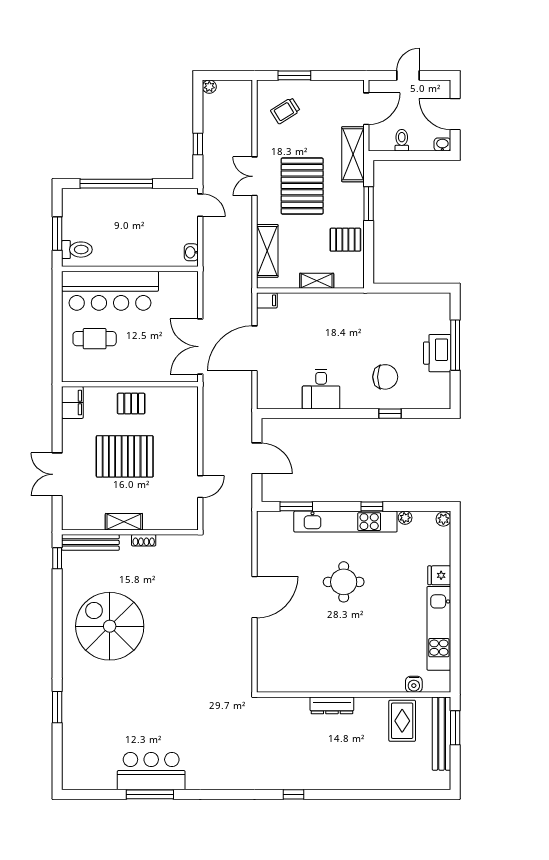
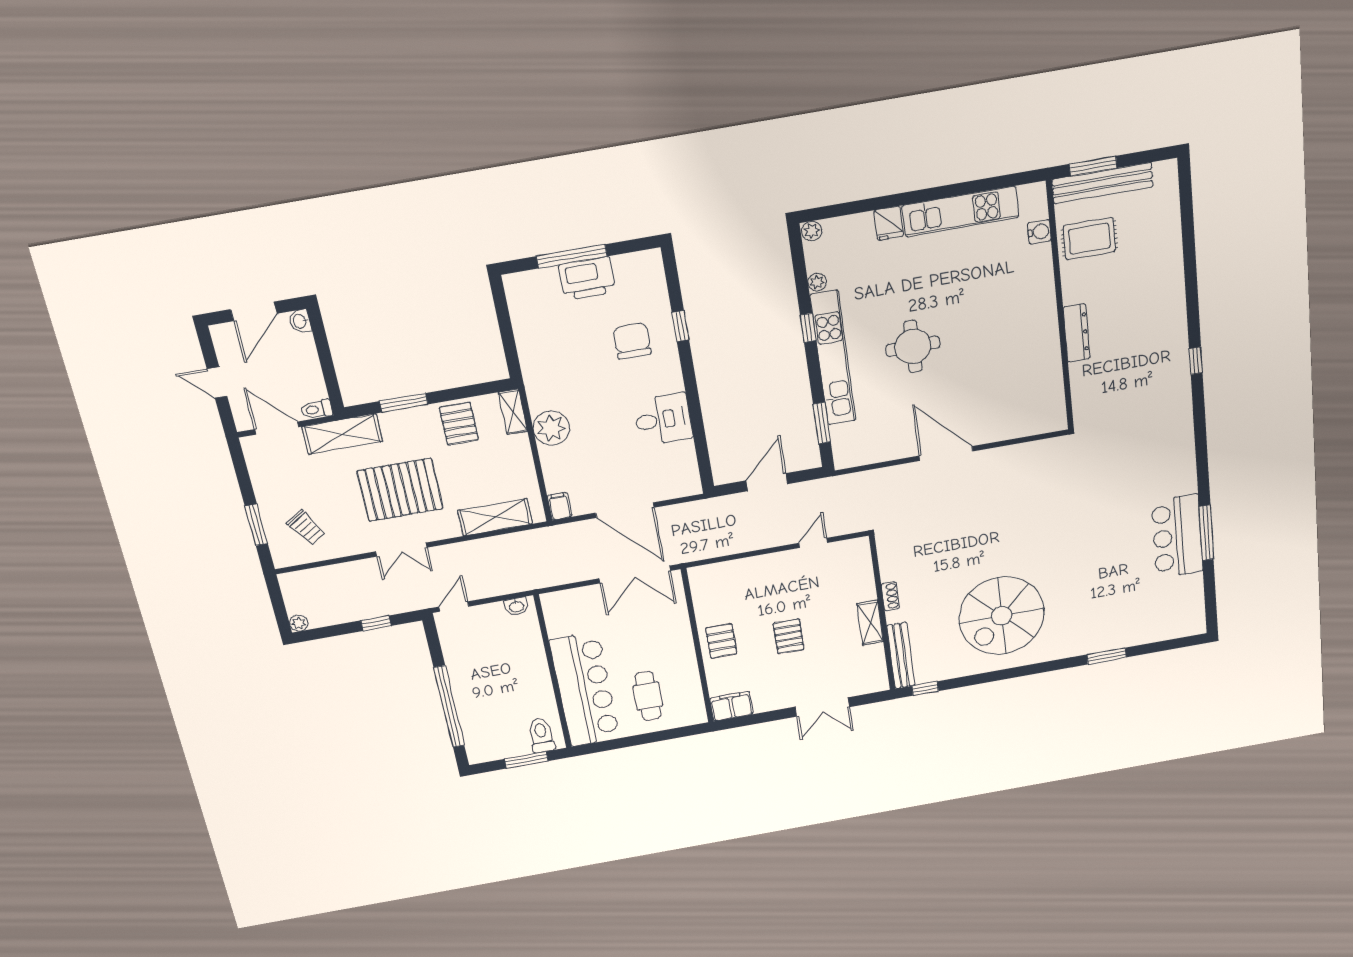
toilet: (402, 140) -> (316, 409), moved
shelving: (317, 281) -> (513, 412), moved
plant: (329, 306) -> (551, 428), added
pallet: (125, 456) -> (789, 636), width x0.49, depth x0.50
door: (200, 487) -> (813, 543), hinge flipped

